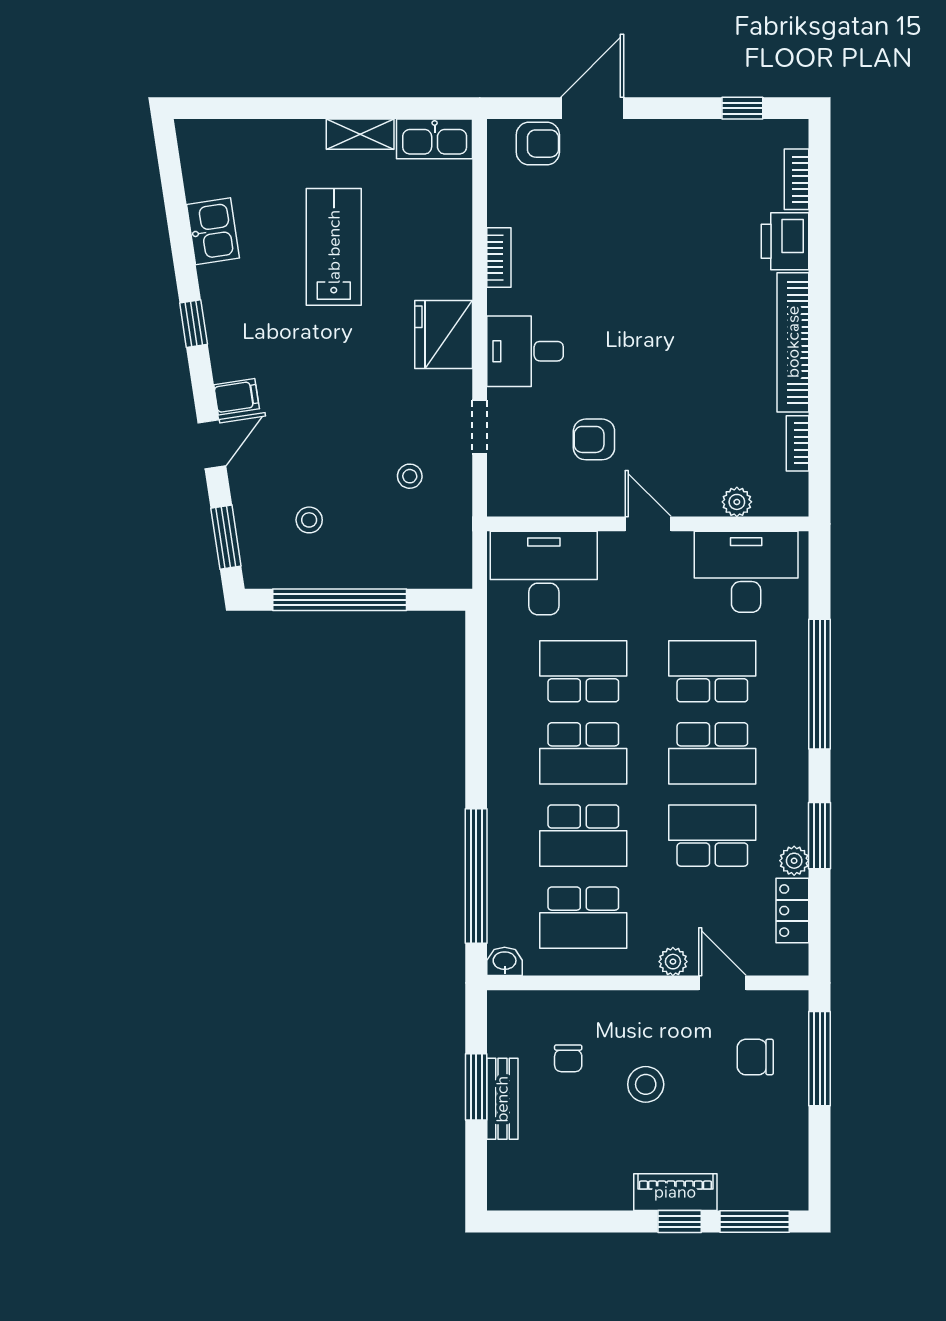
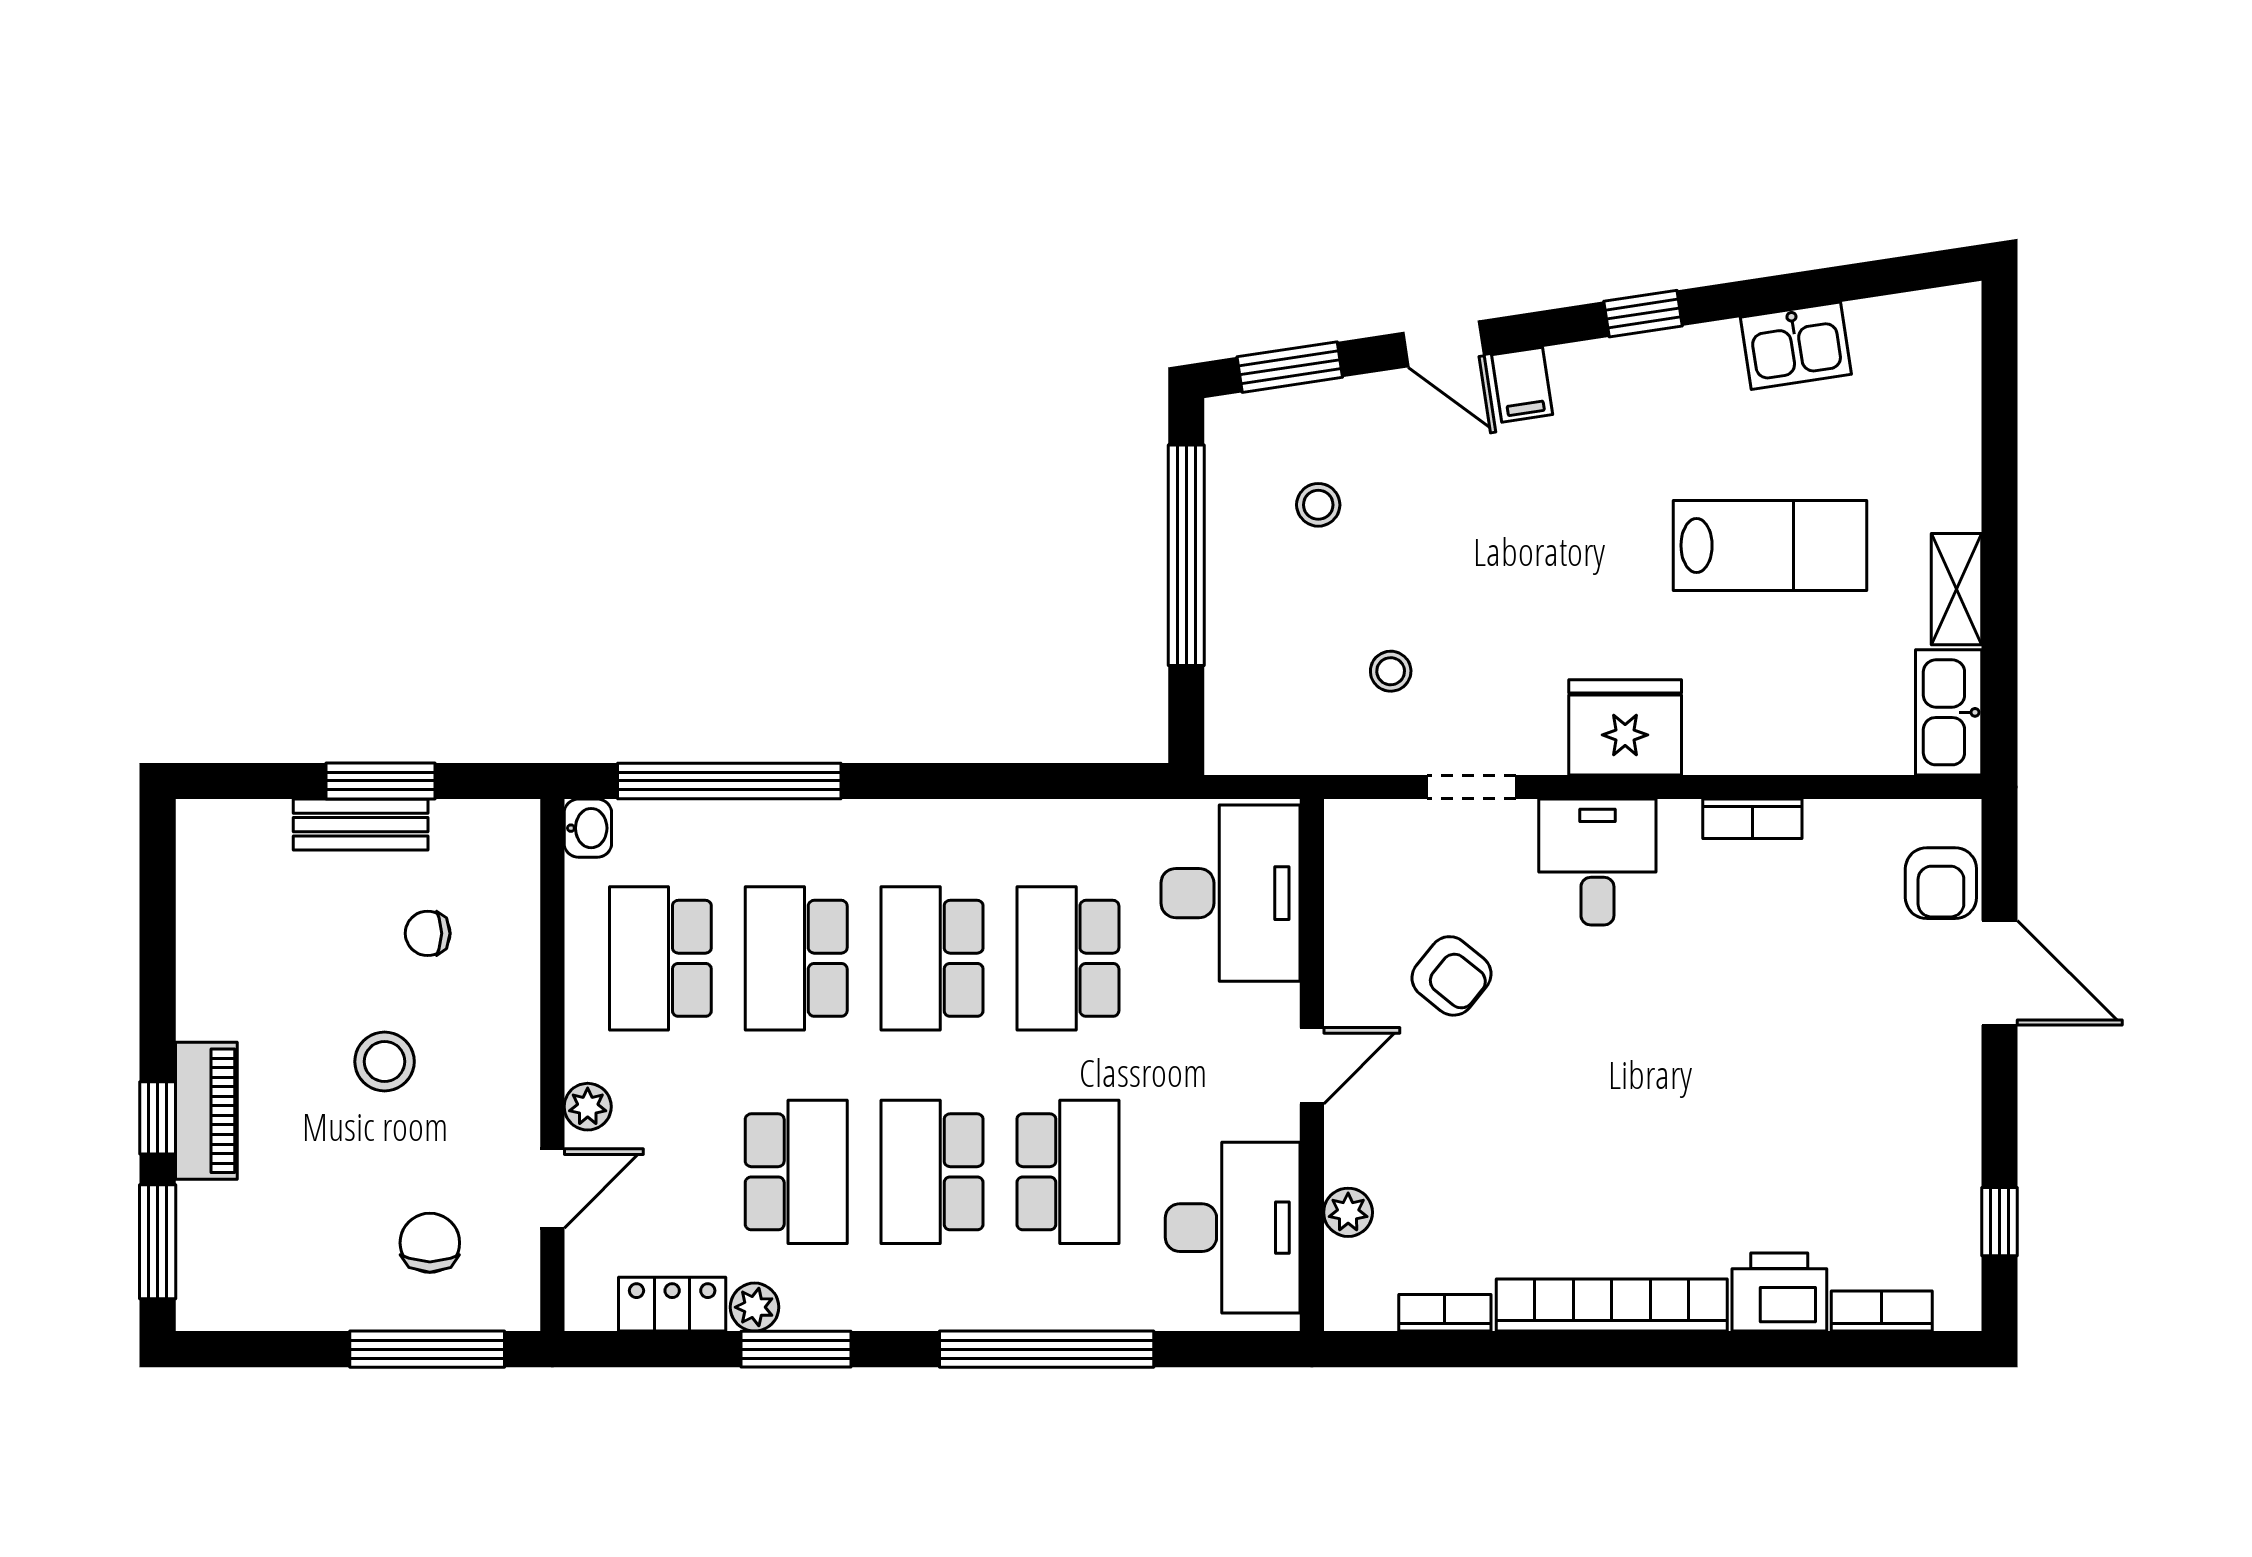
armchair: (594, 439) -> (1451, 976), turned 129
school desk: (583, 671) -> (1068, 958), turned 180

